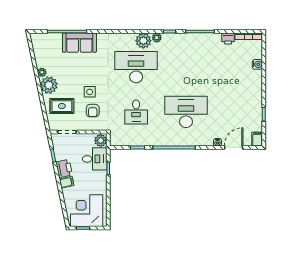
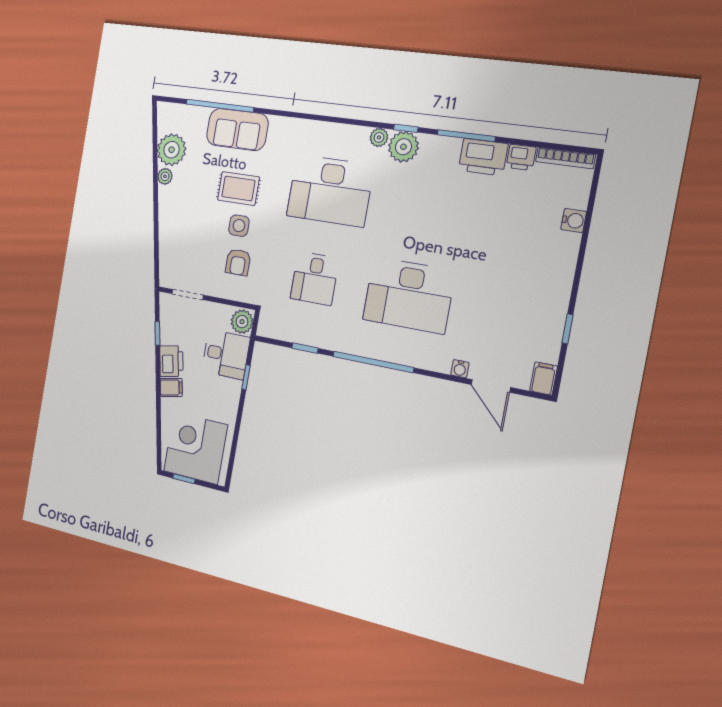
plant: (143, 41) -> (403, 147), moved
printer: (210, 41) -> (483, 157), added
desk: (136, 67) -> (330, 191), turned 180
plant: (49, 85) -> (172, 150), moved
rug: (62, 106) -> (238, 188), moved
desk: (186, 112) -> (409, 295), turned 180
door: (234, 147) -> (491, 386), swing flipped

